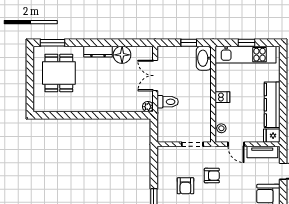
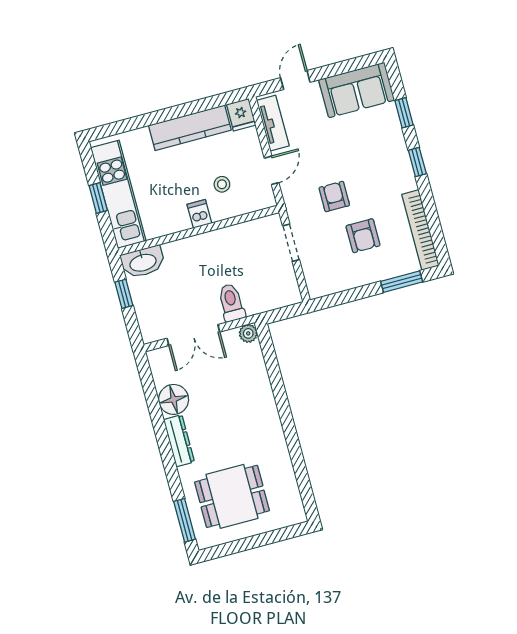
stool: (221, 128) -> (222, 184), moved
armchair: (185, 186) -> (363, 236), turned 90

